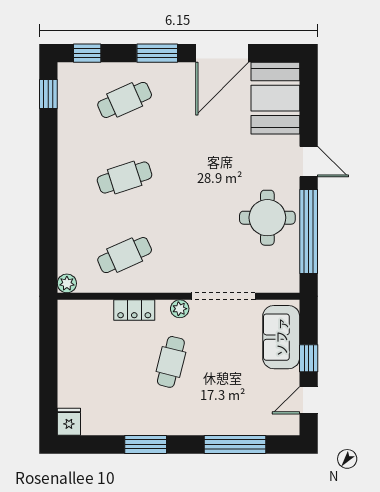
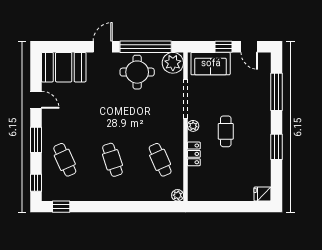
door: (222, 53) -> (36, 100), width x0.53
plant: (282, 276) -> (173, 63), added
cafe table: (171, 362) -> (226, 131), turned 76

